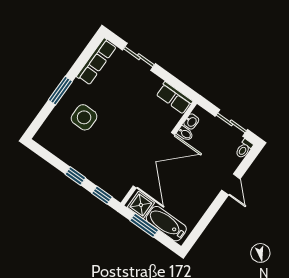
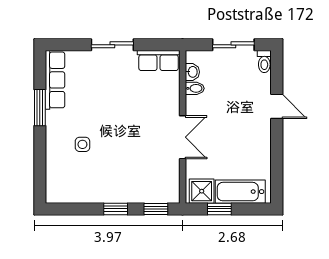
sliding door: (139, 57) -> (112, 45), moved
window: (60, 91) -> (40, 108), moved
side table: (84, 117) -> (82, 144), width x0.54, depth x0.54
double door: (154, 160) -> (183, 137), width x0.54
window: (144, 225) -> (219, 209), width x0.67

